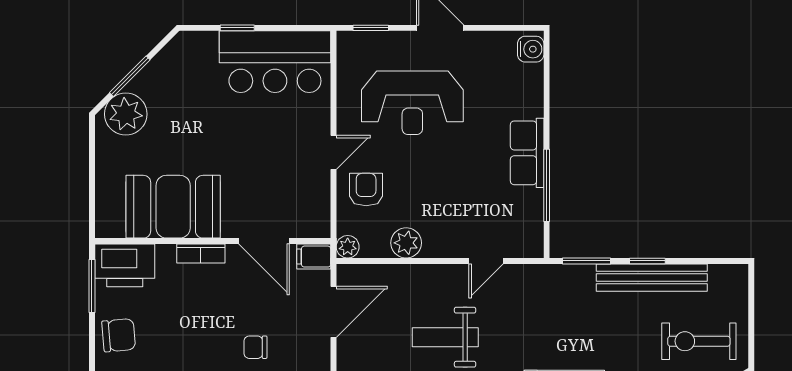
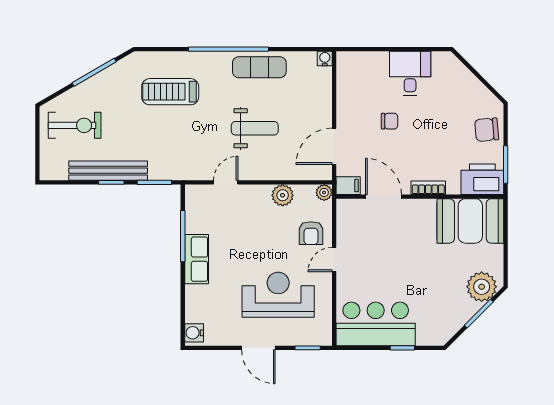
booth: (173, 207) -> (470, 221), moved

